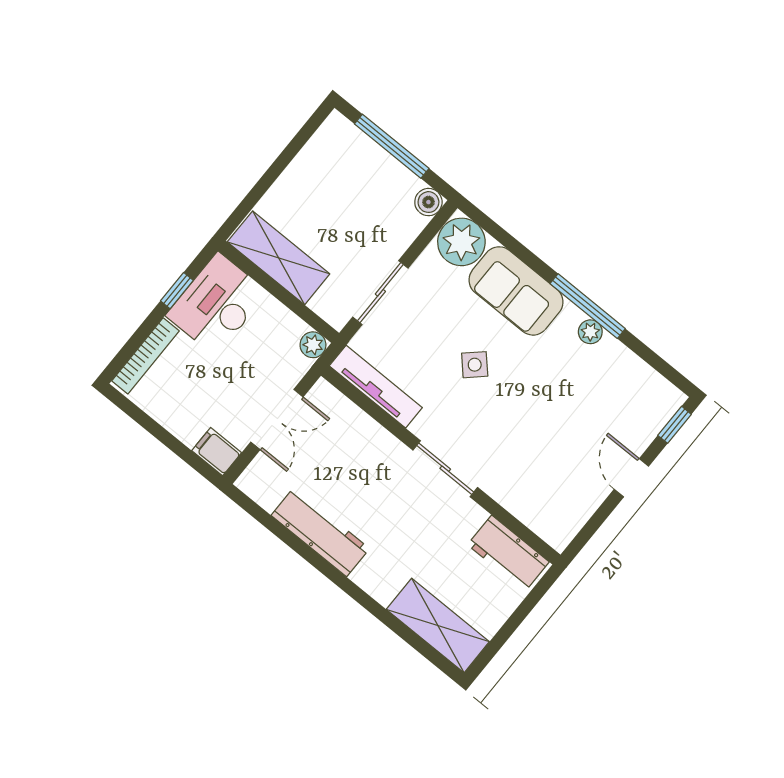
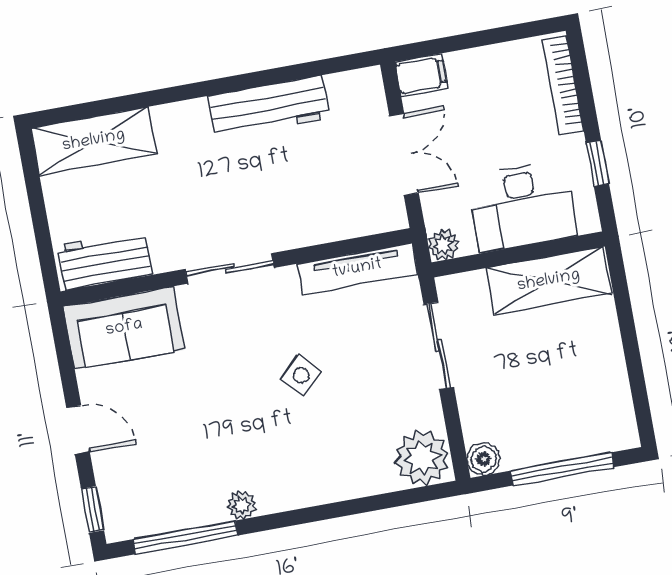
sofa: (516, 291) -> (124, 328), moved, turned 180
desk: (217, 304) -> (522, 206), moved, turned 90
window: (588, 306) -> (185, 537), moved
double door: (277, 419) -> (404, 154), swing flipped

